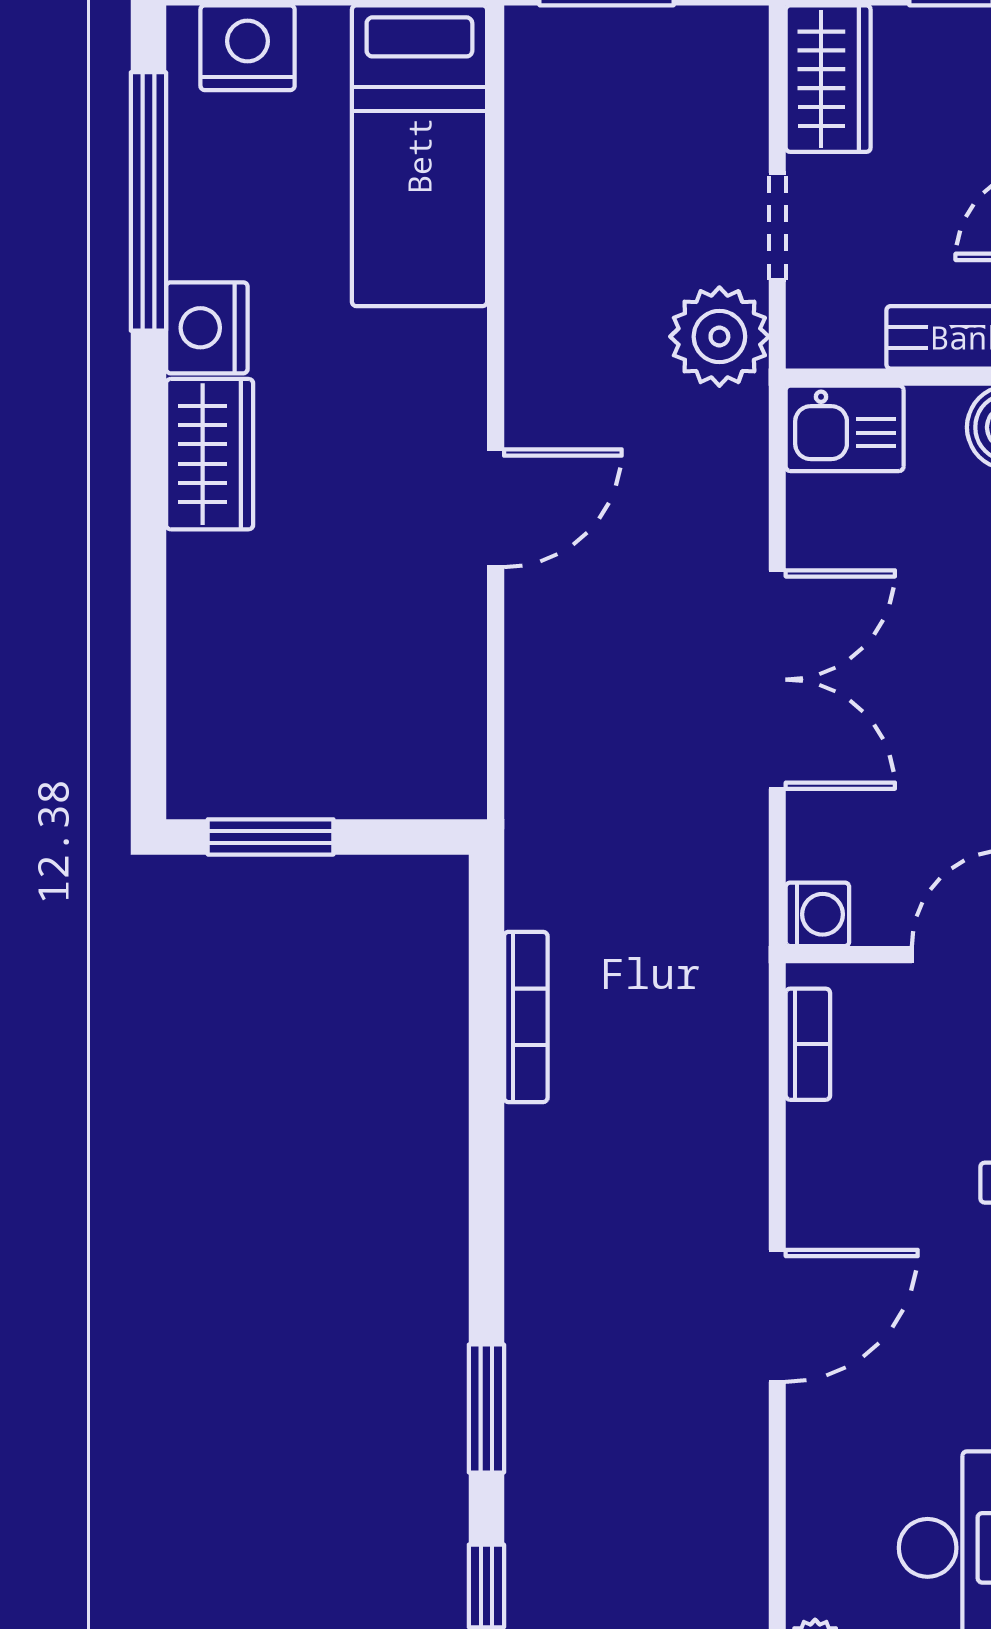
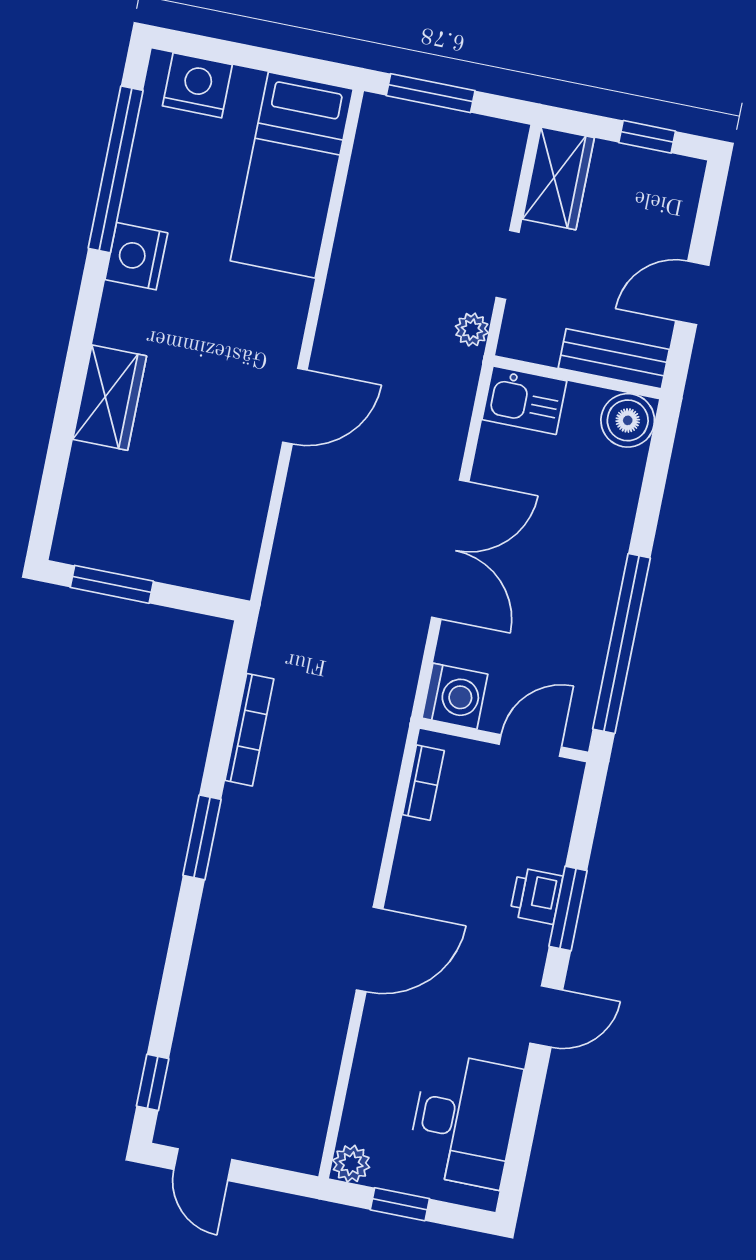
plant: (719, 337) -> (472, 330), width x0.53, depth x0.53
wardrobe: (210, 454) -> (110, 398), moved
washing machine: (817, 914) -> (455, 696), width x1.38, depth x1.38
window: (486, 1409) -> (202, 837), moved

